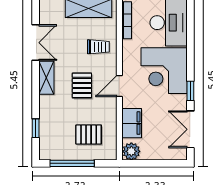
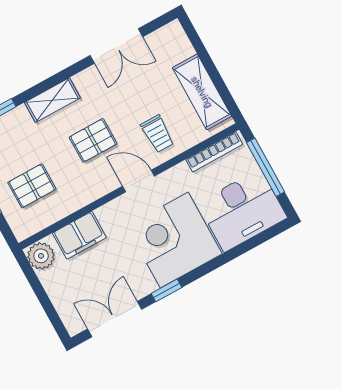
shelving: (46, 78) -> (52, 100), moved
door: (119, 86) -> (139, 181), moved
pallet: (89, 135) -> (32, 186), turned 90

